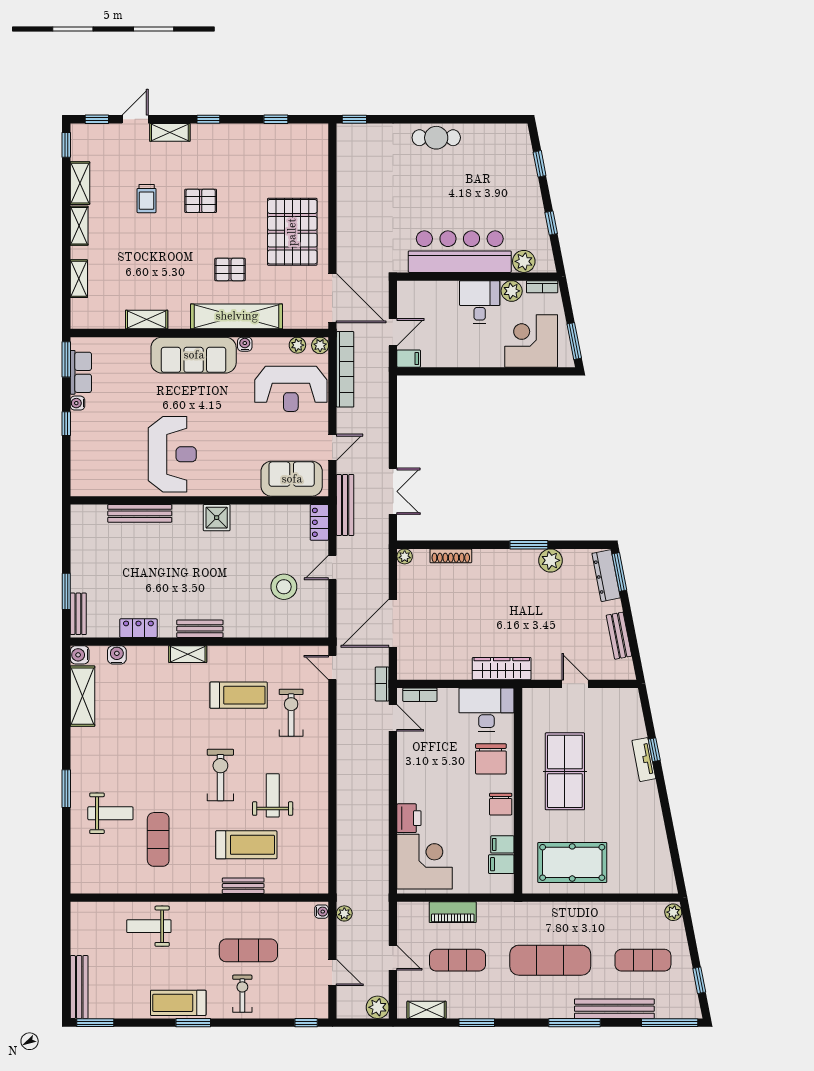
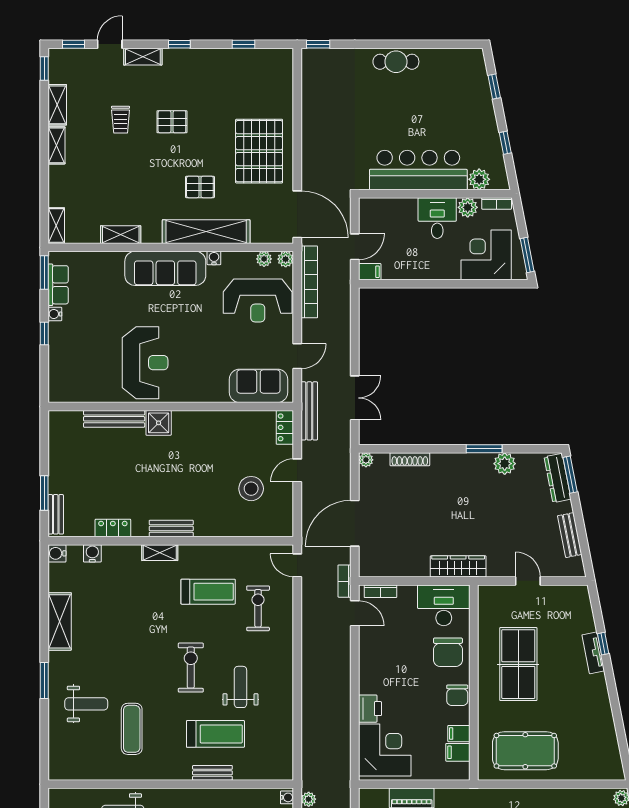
shelving: (79, 279) -> (56, 226), moved
shower: (217, 518) -> (159, 423), moved
shelving: (82, 696) -> (60, 621), moved

